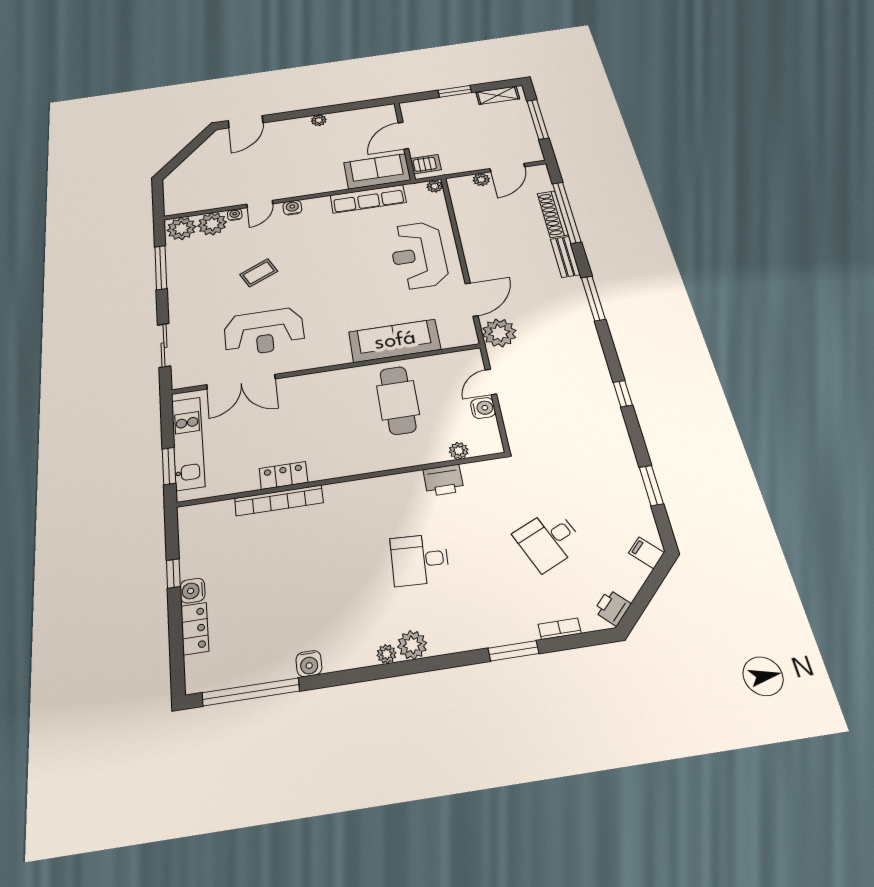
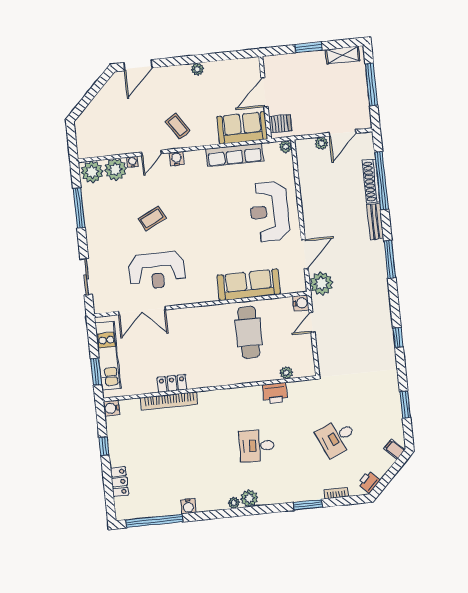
coffee table: (294, 175) -> (178, 126), added
water cooler: (483, 408) -> (301, 303), moved
water cooler: (193, 591) -> (111, 408), moved

